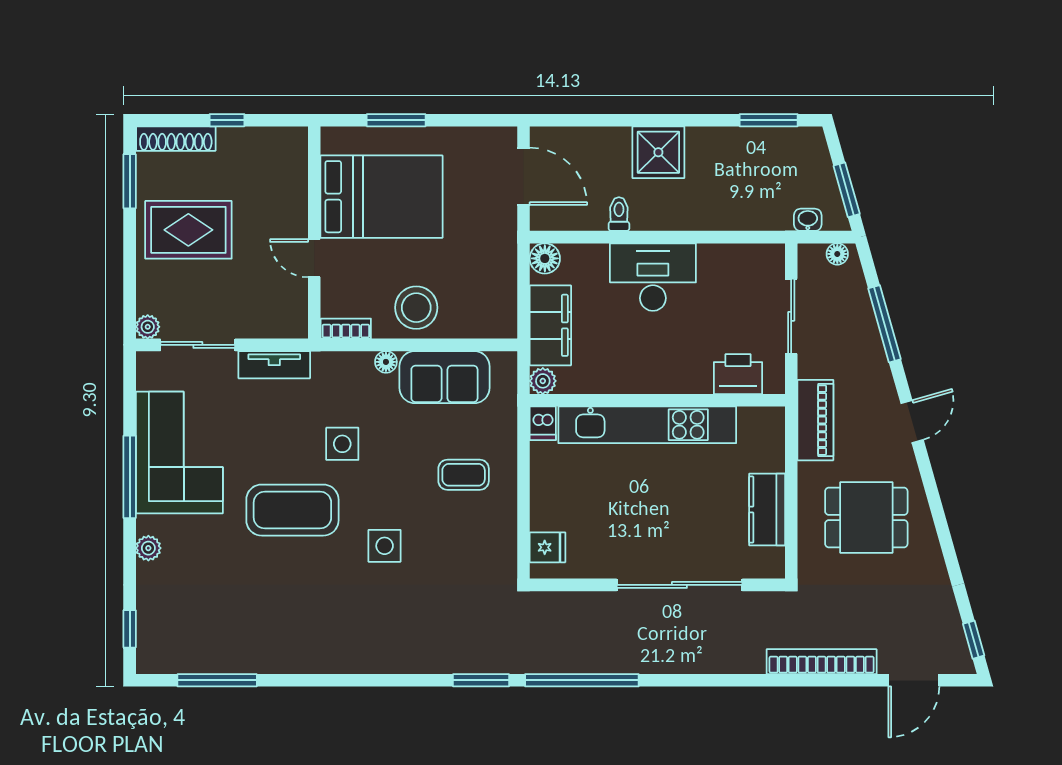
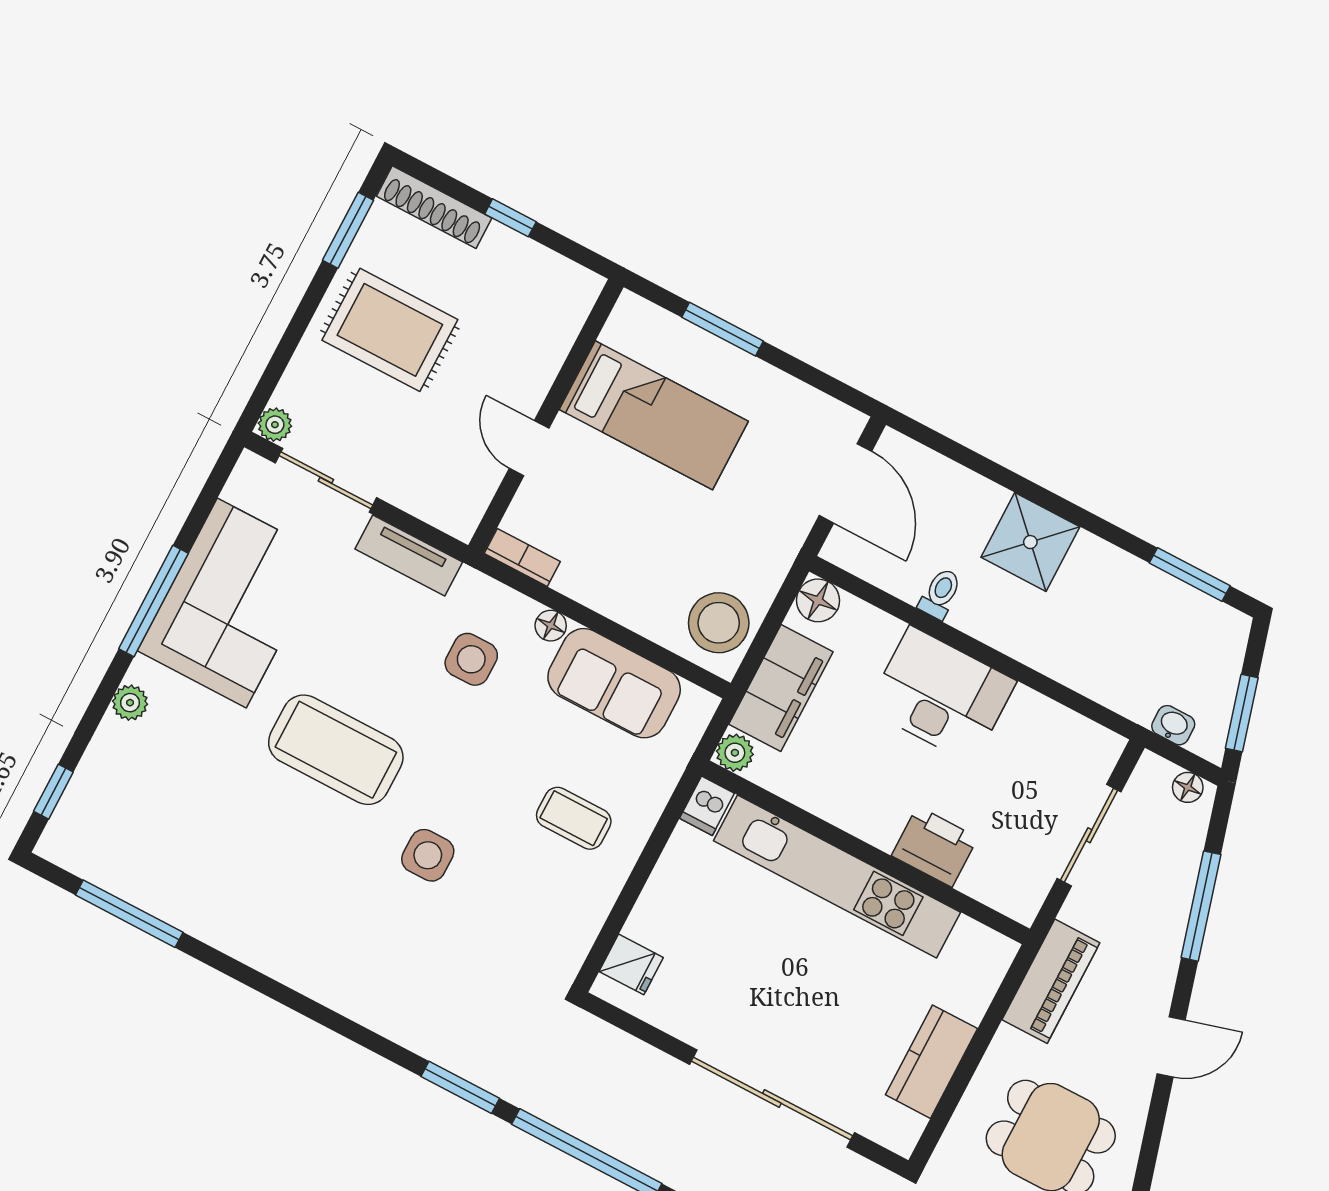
bed: (381, 197) -> (654, 415), width x0.67
stool: (416, 308) -> (719, 623), moved
printer: (738, 374) -> (935, 847), moved
side table: (342, 444) -> (471, 659), moved

